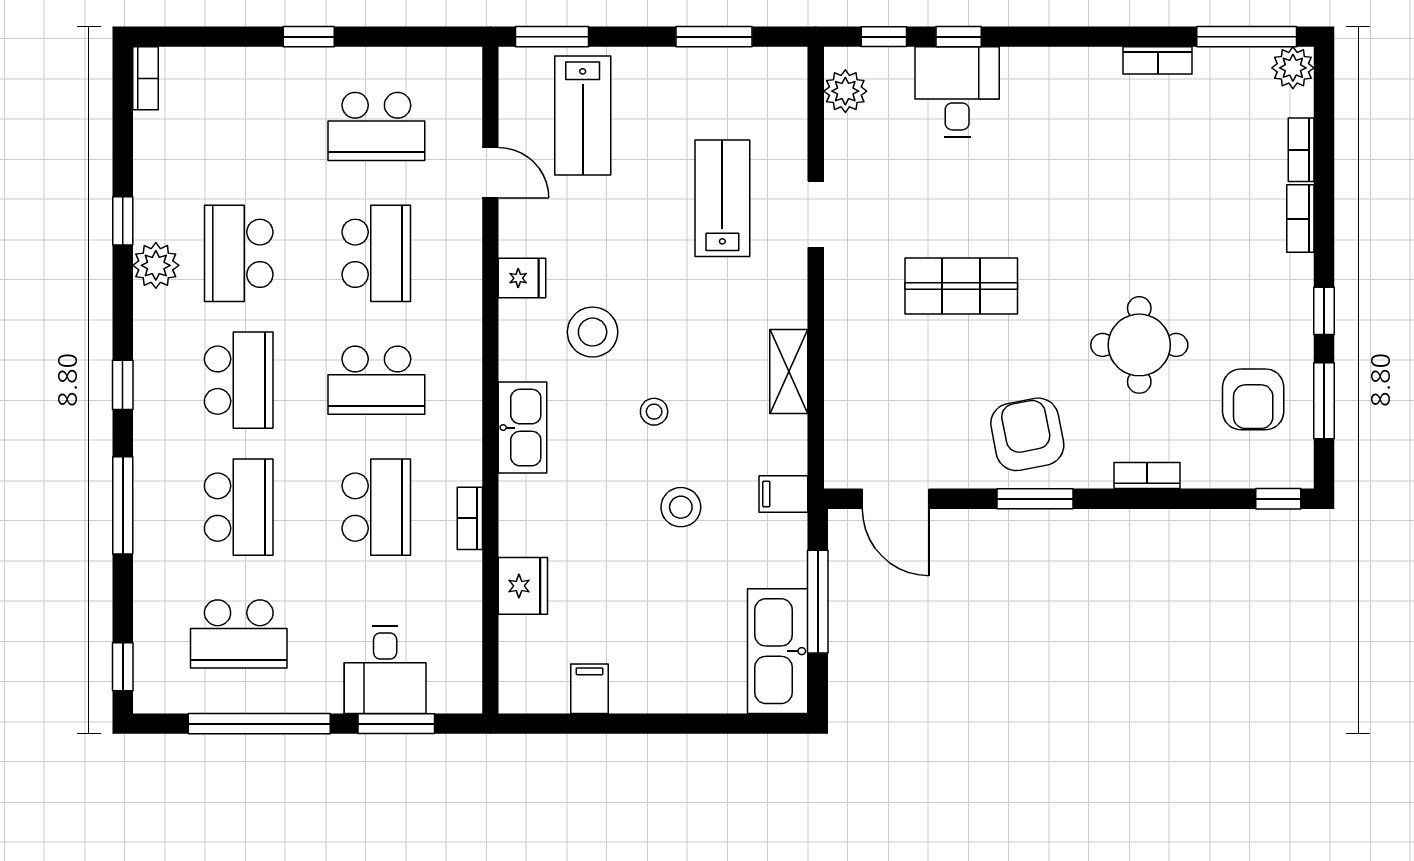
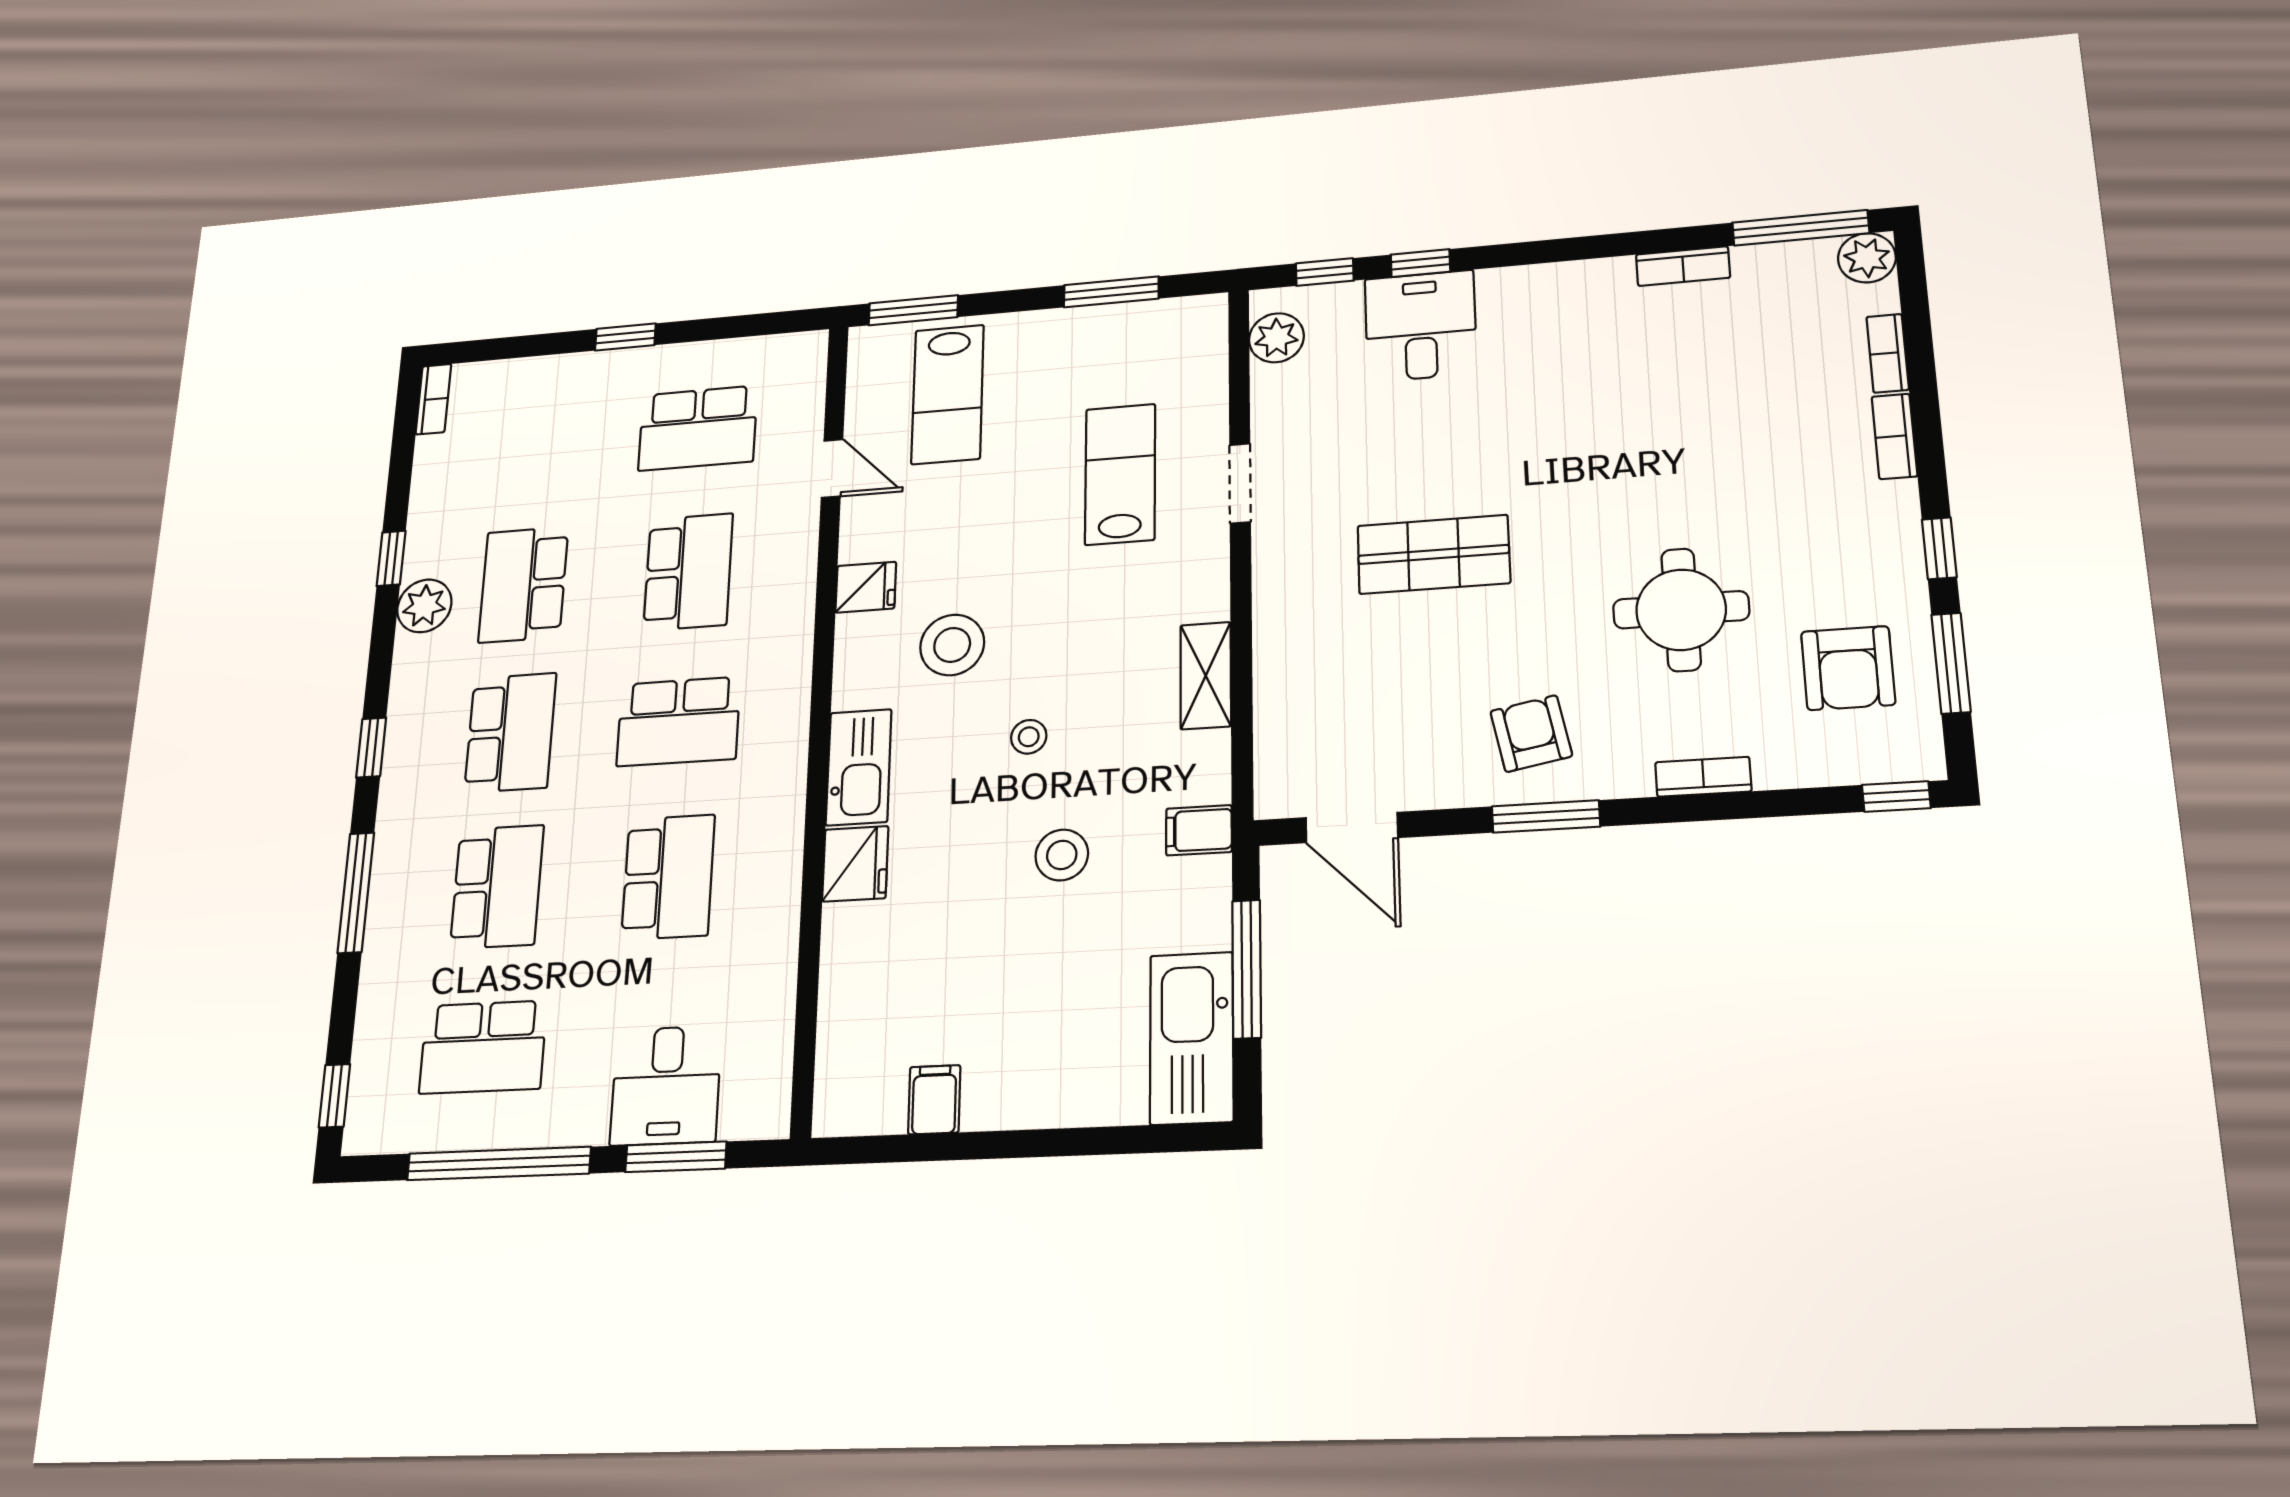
armchair: (1027, 434) -> (1531, 734), width x0.72, depth x0.72
bookcase: (470, 518) -> (786, 885), removed
fridge: (523, 586) -> (855, 864), moved

